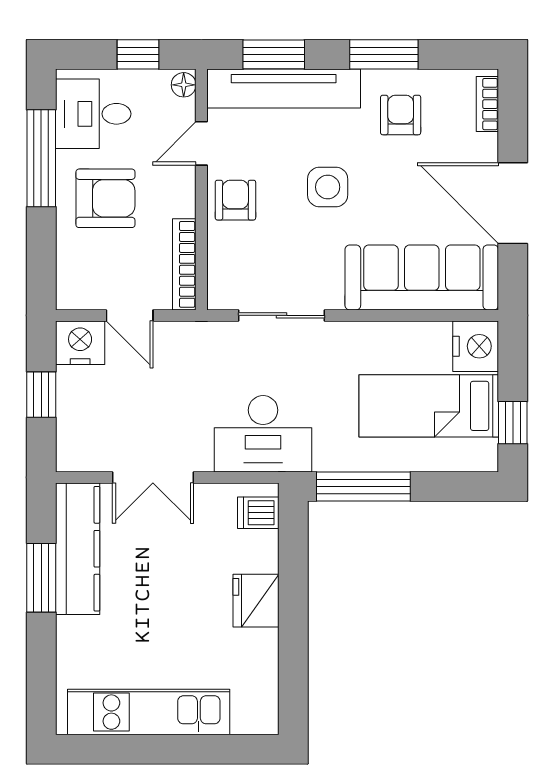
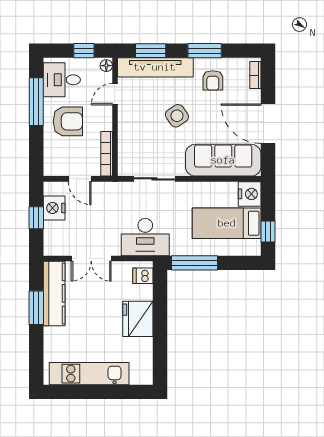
armchair: (401, 115) -> (213, 80), turned 180
side table: (328, 187) -> (177, 116), turned -34
armchair: (235, 200) -> (132, 122), removed
nightstand: (80, 343) -> (54, 208), moved, turned -90
fridge: (256, 601) -> (138, 319), width x1.36, depth x1.34

